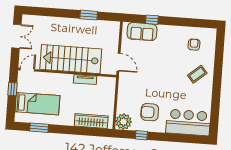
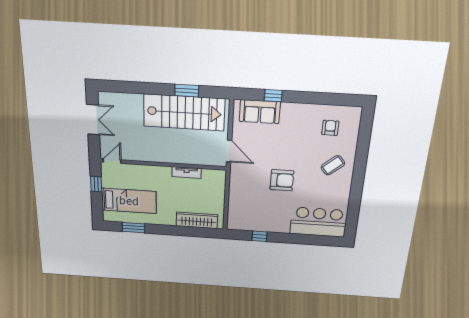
stairs: (71, 59) -> (184, 113), moved, turned 180
armchair: (150, 112) -> (282, 180), moved, turned 180
plant: (124, 122) -> (237, 221), removed

